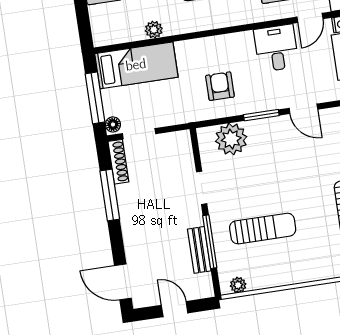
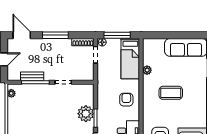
armchair: (220, 86) -> (126, 100), moved, turned -90
plant: (231, 139) -> (86, 114), moved
window: (110, 195) -> (55, 35), moved
sun lounger: (263, 229) -> (38, 110), removed
door: (123, 282) -> (22, 35), hinge flipped

